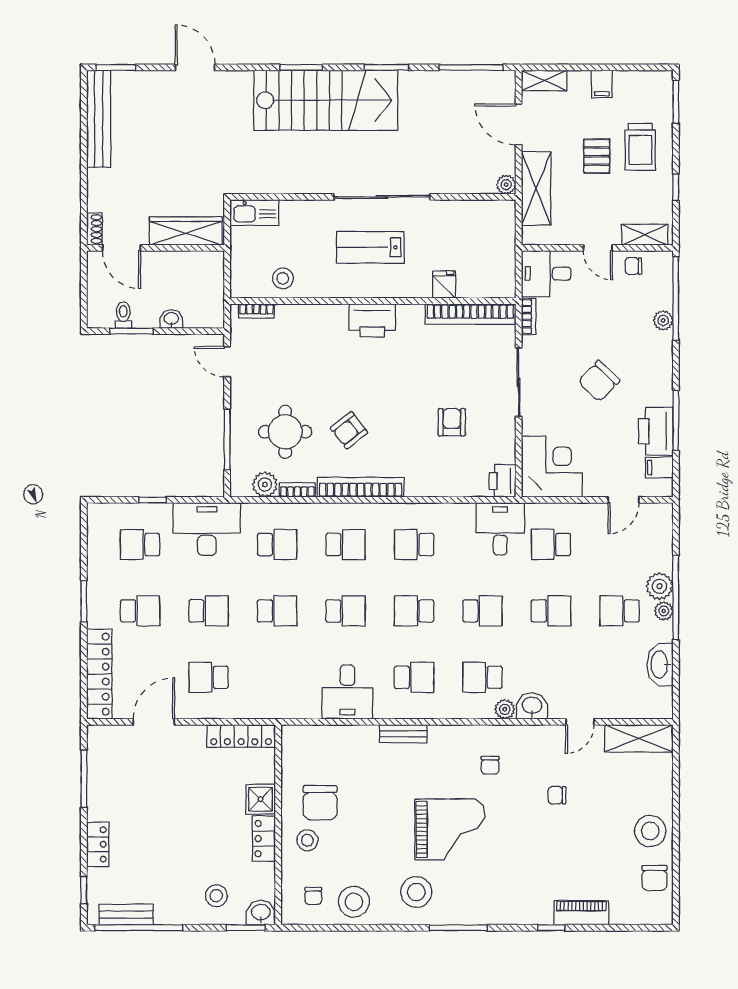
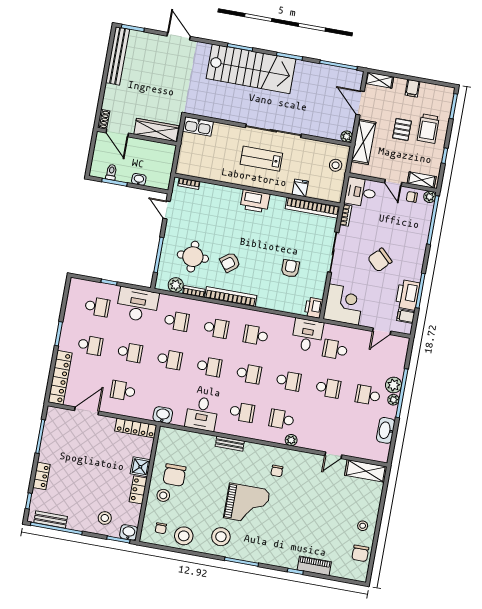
stool: (283, 278) -> (336, 165), moved
plant: (663, 320) -> (430, 197), moved
school desk: (140, 545) -> (97, 307), turned 180
school desk: (414, 611) -> (249, 374), turned 180
washbasin: (532, 706) -> (163, 415), moved
chair: (557, 795) -> (312, 495), removed
stool: (650, 831) -> (363, 526), width x0.53, depth x0.53

